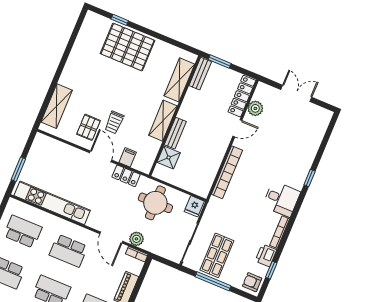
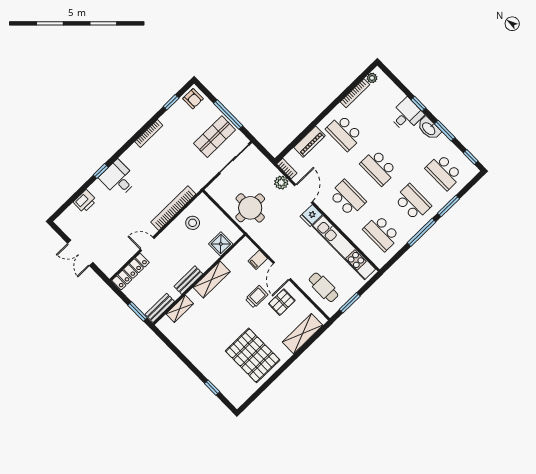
pallet: (128, 47) -> (253, 355), moved
shelving: (179, 80) -> (180, 309), width x0.67, depth x0.75
plant: (255, 108) -> (123, 255), removed
bench: (175, 133) -> (188, 280), moved
cafe table: (55, 158) -> (324, 287), added
stool: (203, 166) -> (193, 223), added
window: (18, 169) -> (350, 303), moved
locker: (126, 176) -> (266, 244), removed
desk: (281, 199) -> (118, 179), moved
fridge: (194, 206) -> (311, 215), moved, turned 180
printer: (266, 255) -> (85, 201), moved

